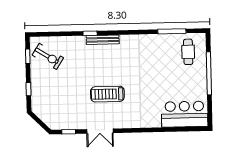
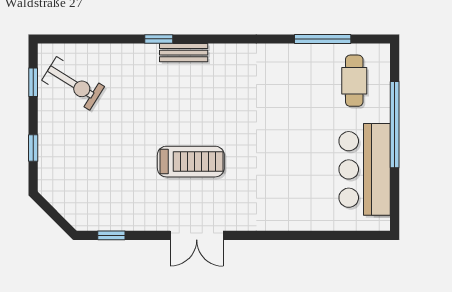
bench: (103, 40) -> (184, 53), width x0.73
treadmill: (107, 94) -> (191, 162), turned 180
bar counter: (185, 114) -> (365, 169), moved, turned -90
double door: (100, 131) -> (197, 235), moved

